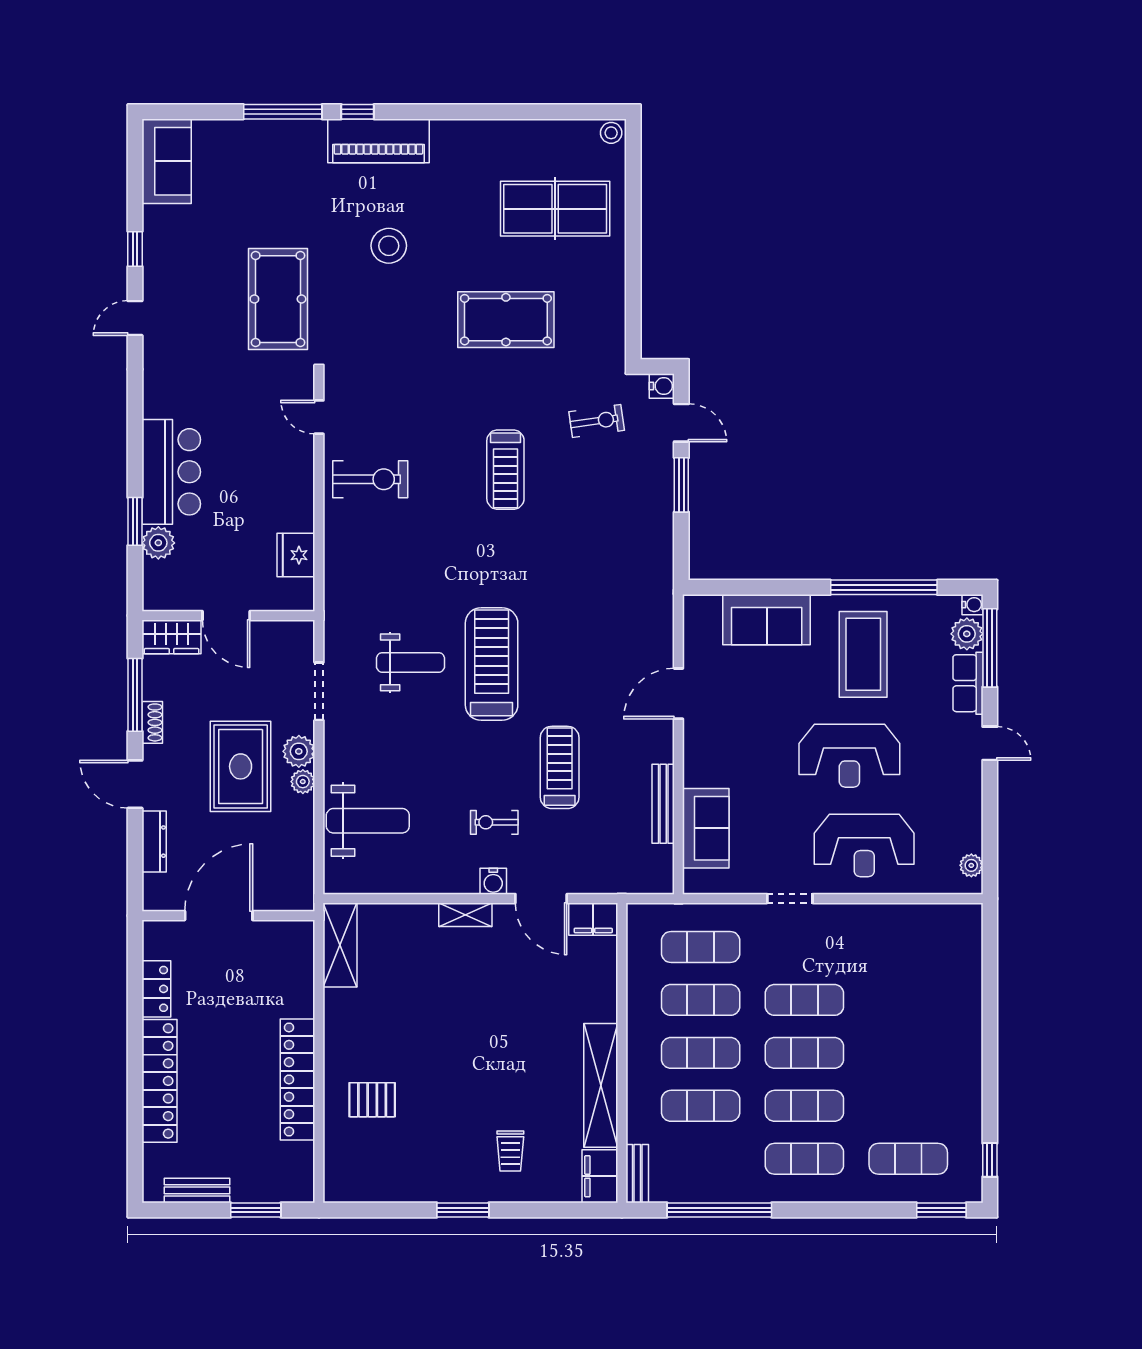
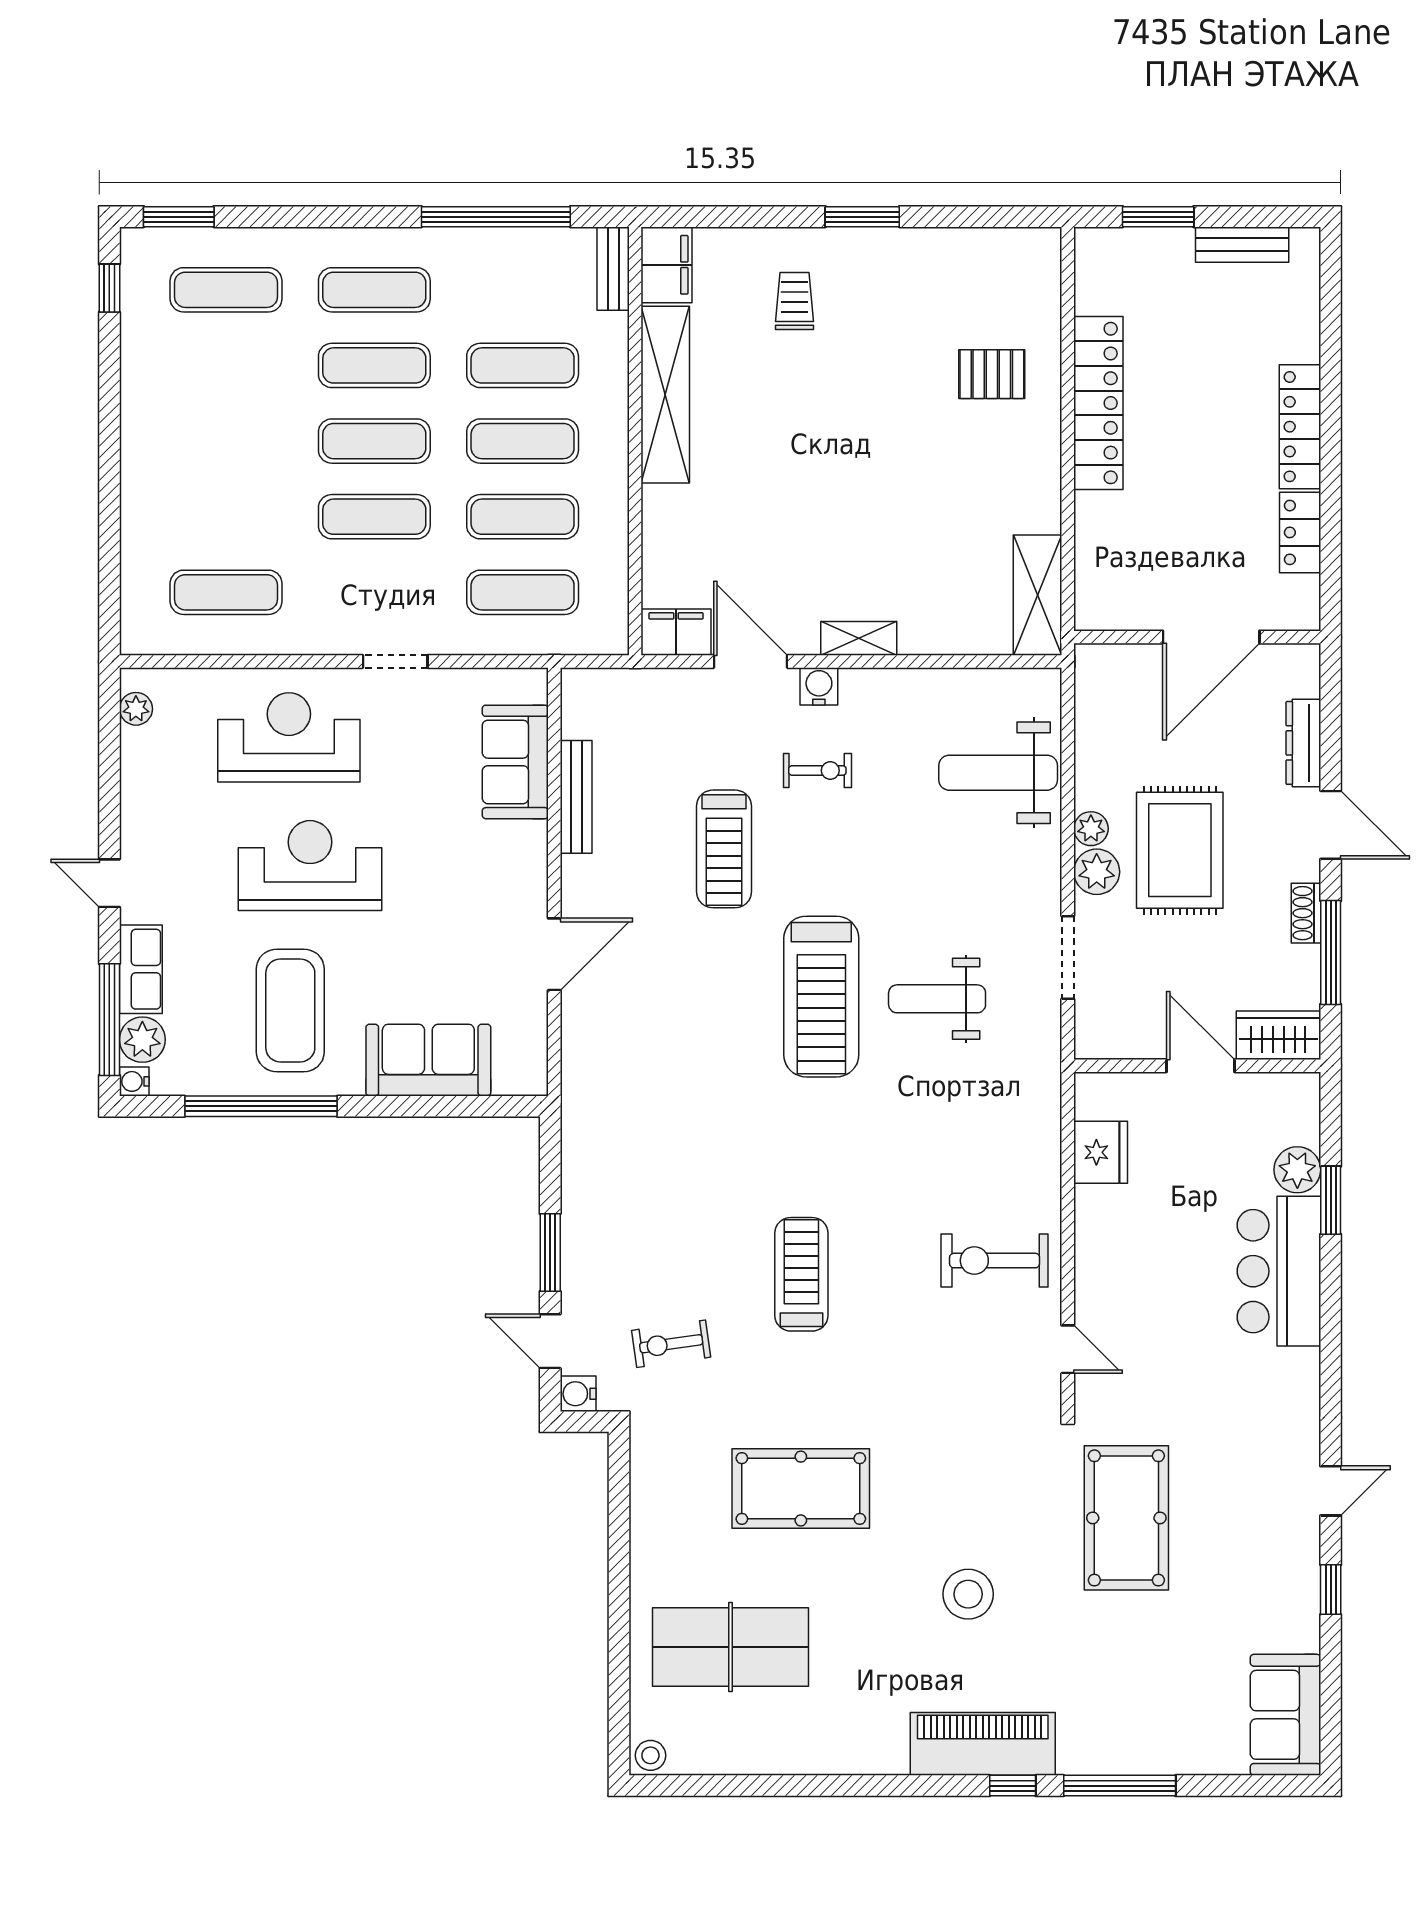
exercise mat: (908, 947) -> (226, 592), added
locker: (159, 1081) -> (1300, 427), width x0.71, depth x0.83

